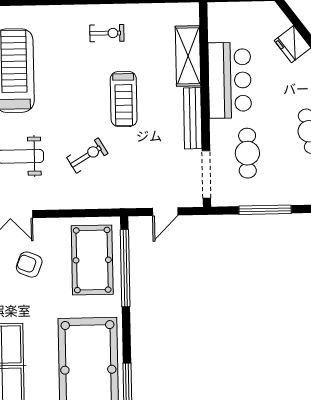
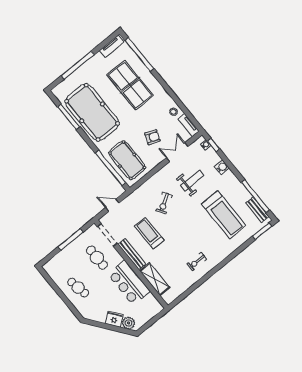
plant: (276, 22) -> (129, 323), added
treadmill: (124, 99) -> (149, 233), moved
door: (165, 212) -> (112, 205), hinge flipped

